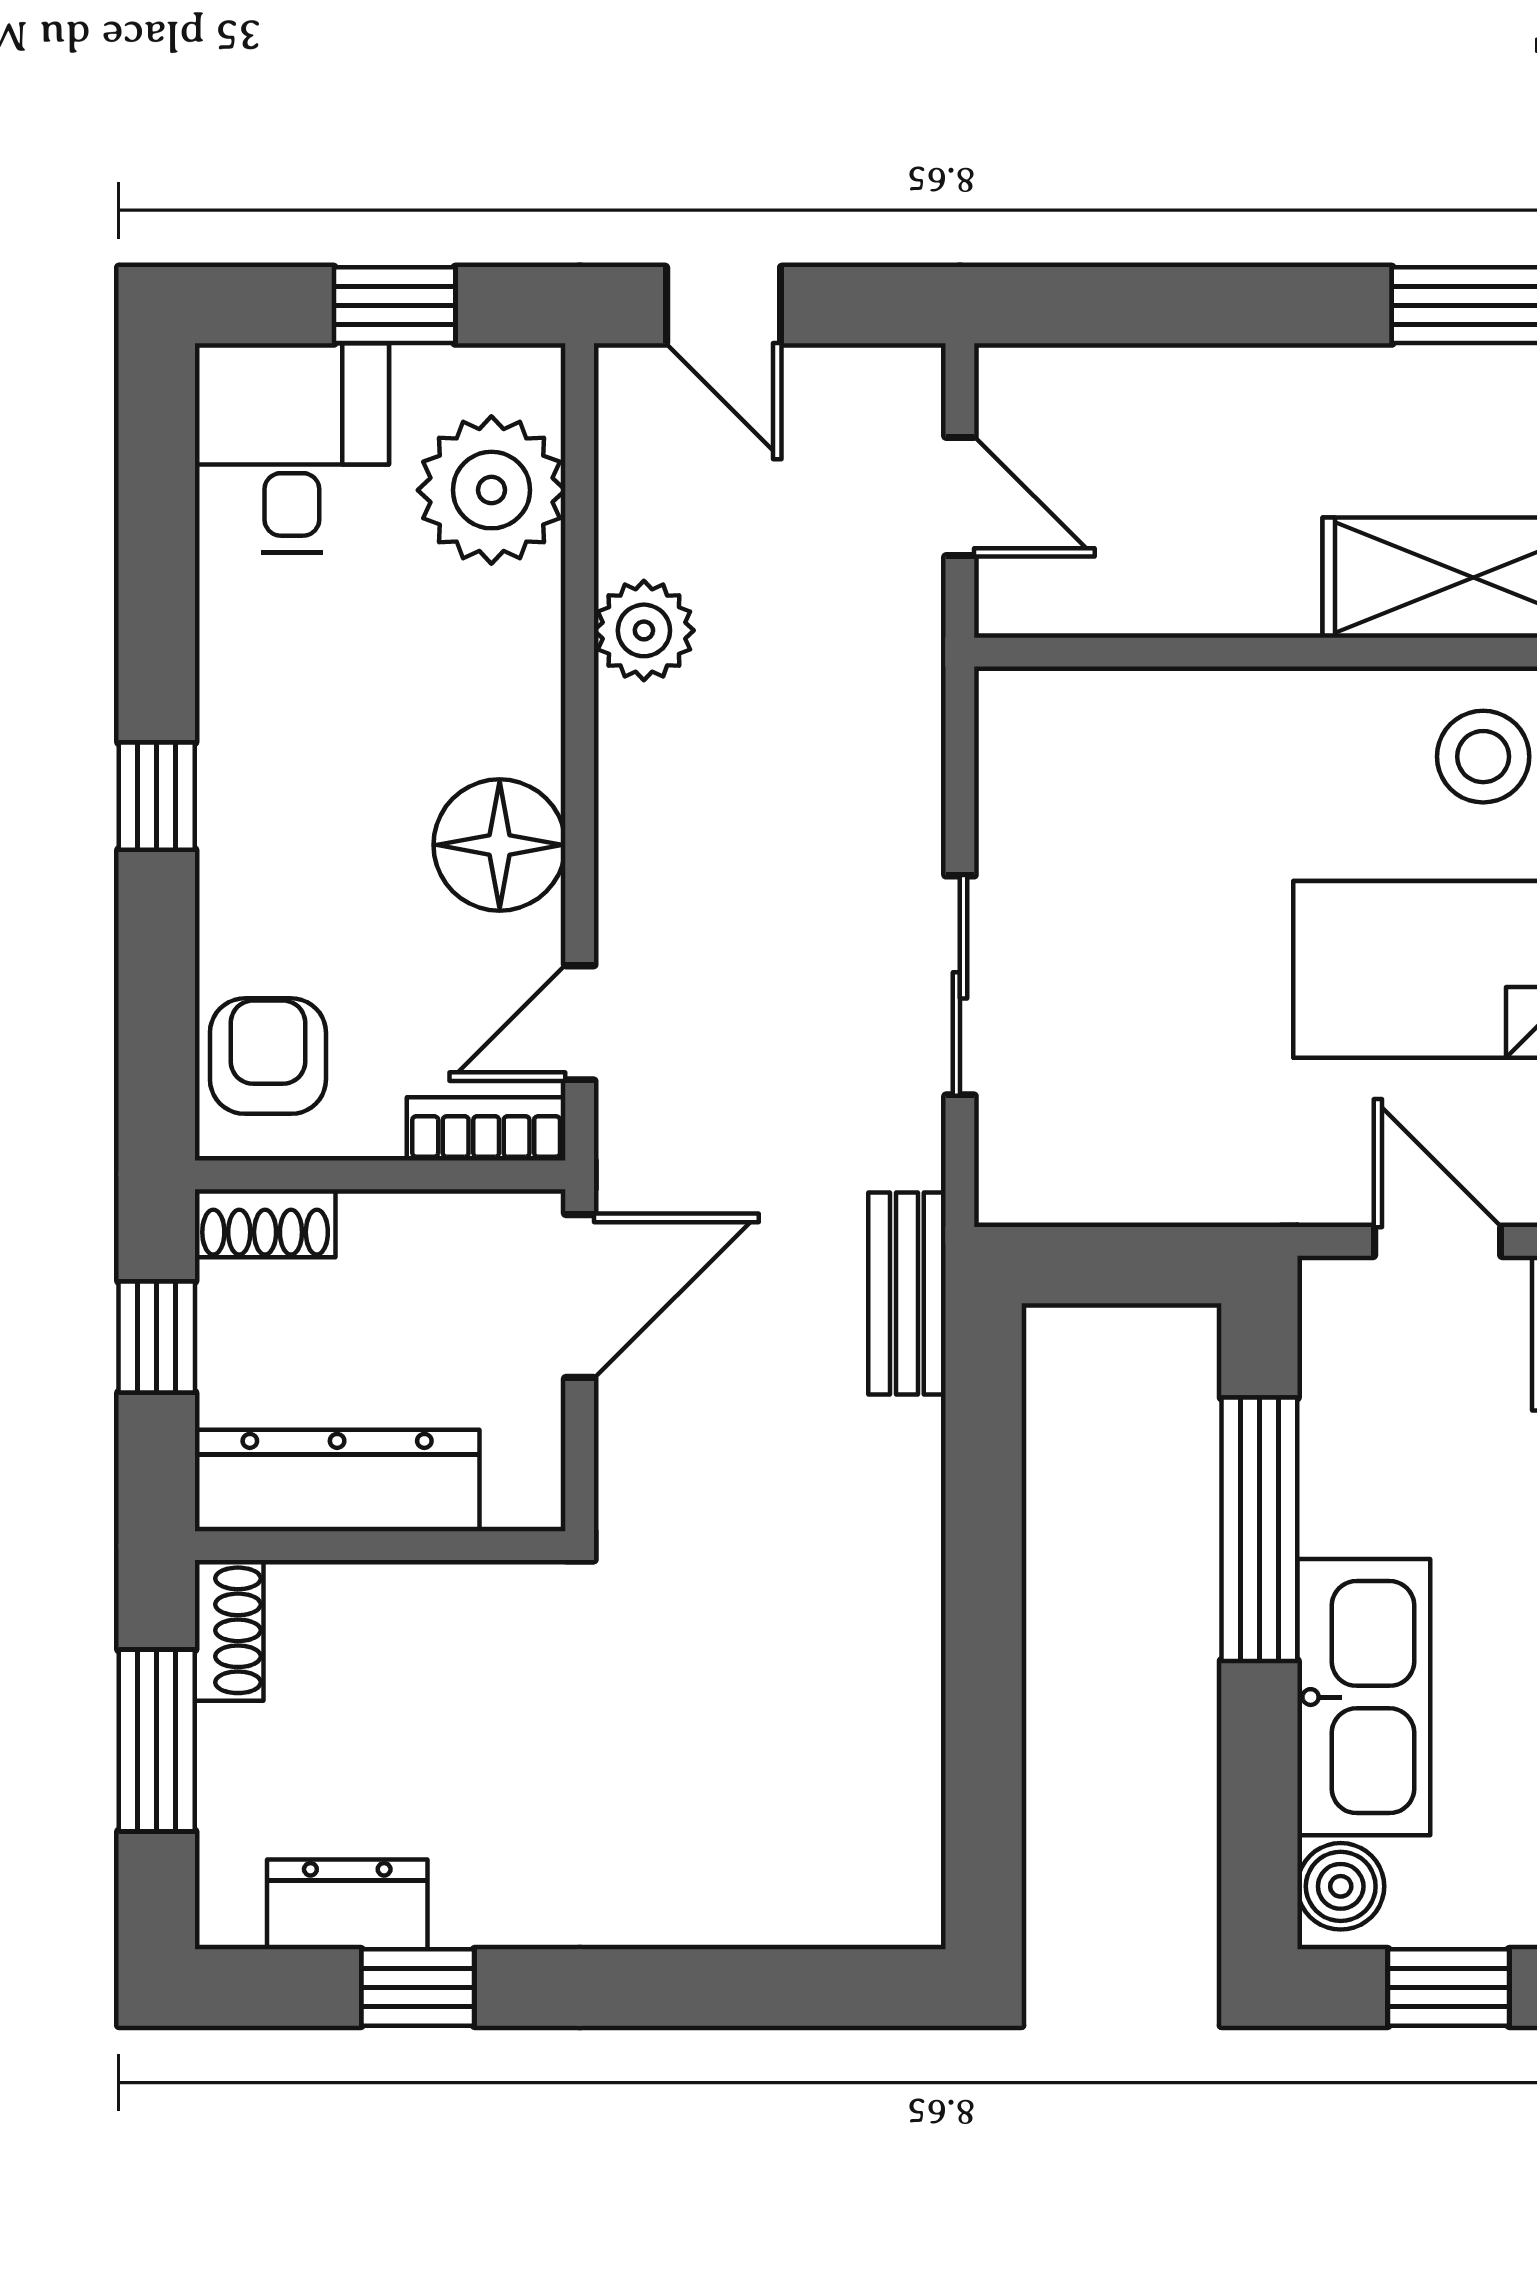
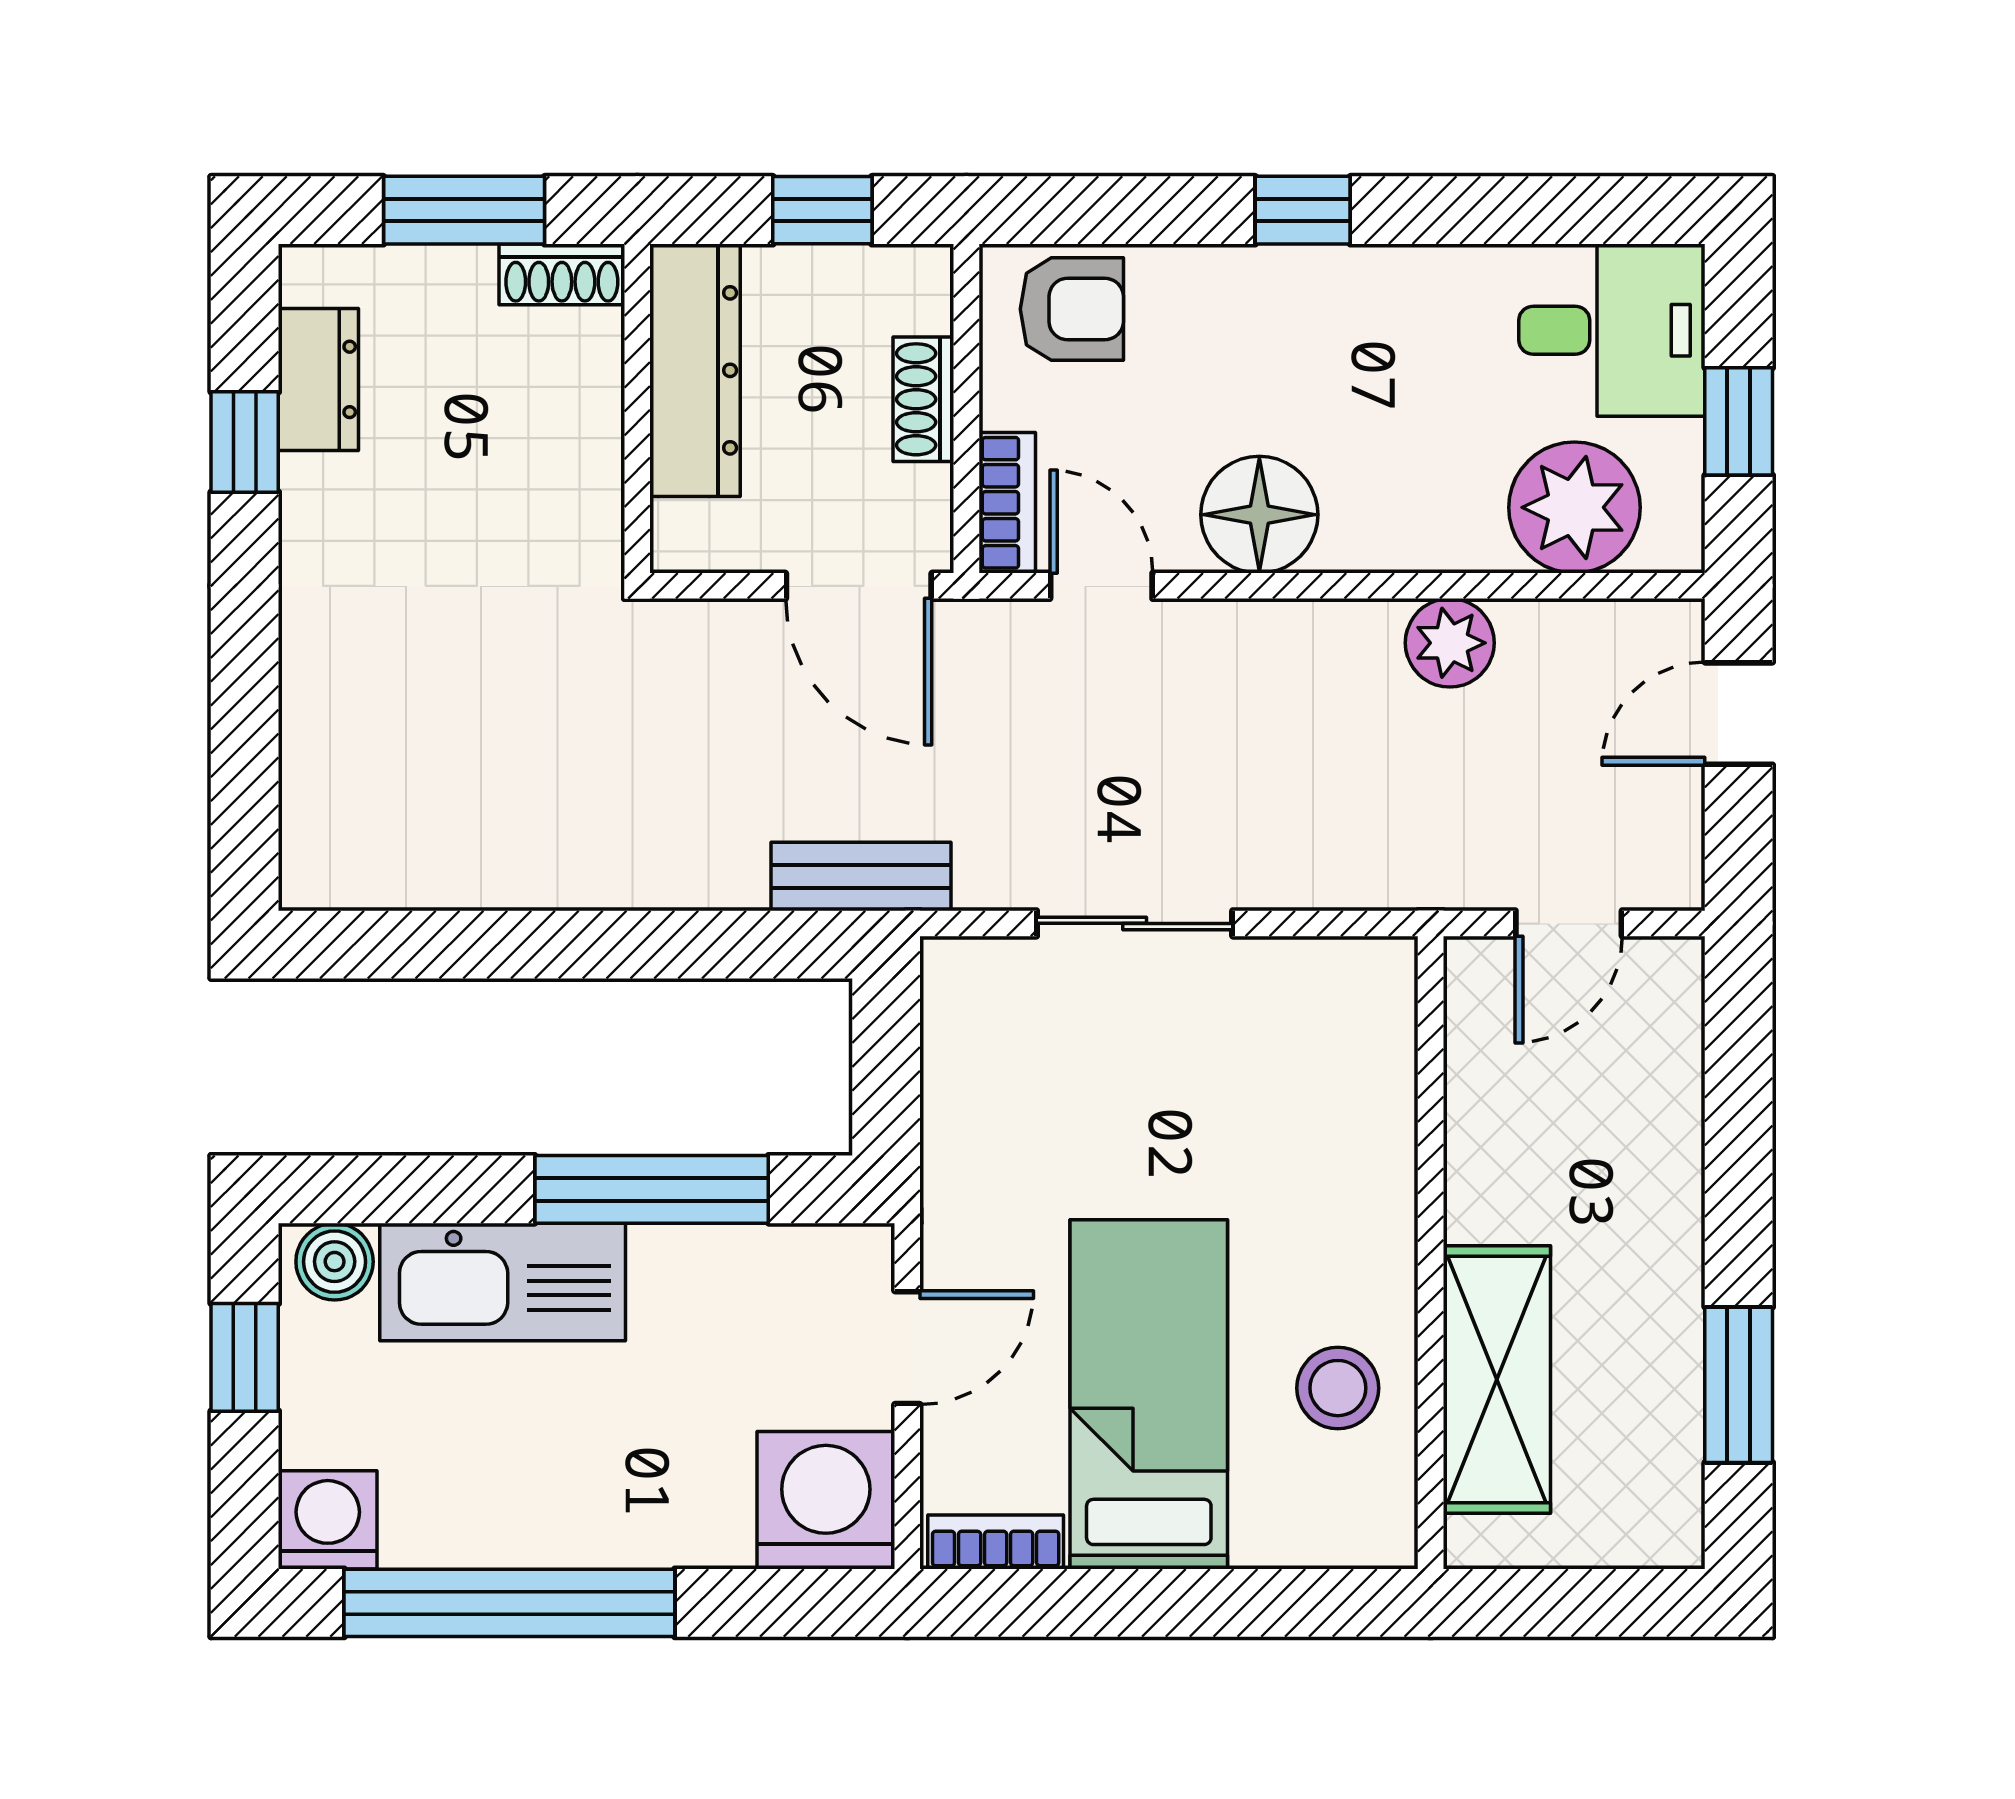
shoe rack: (265, 1223) -> (923, 399), moved

